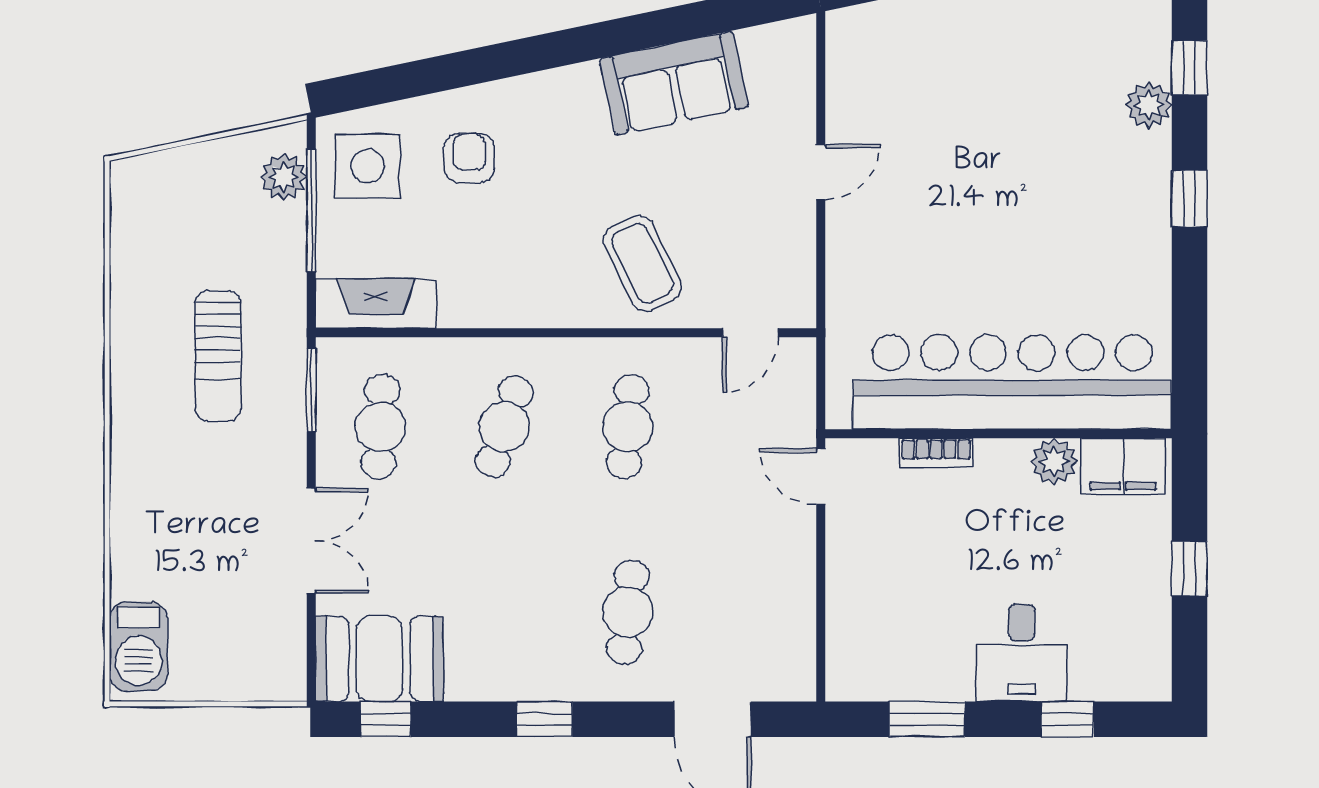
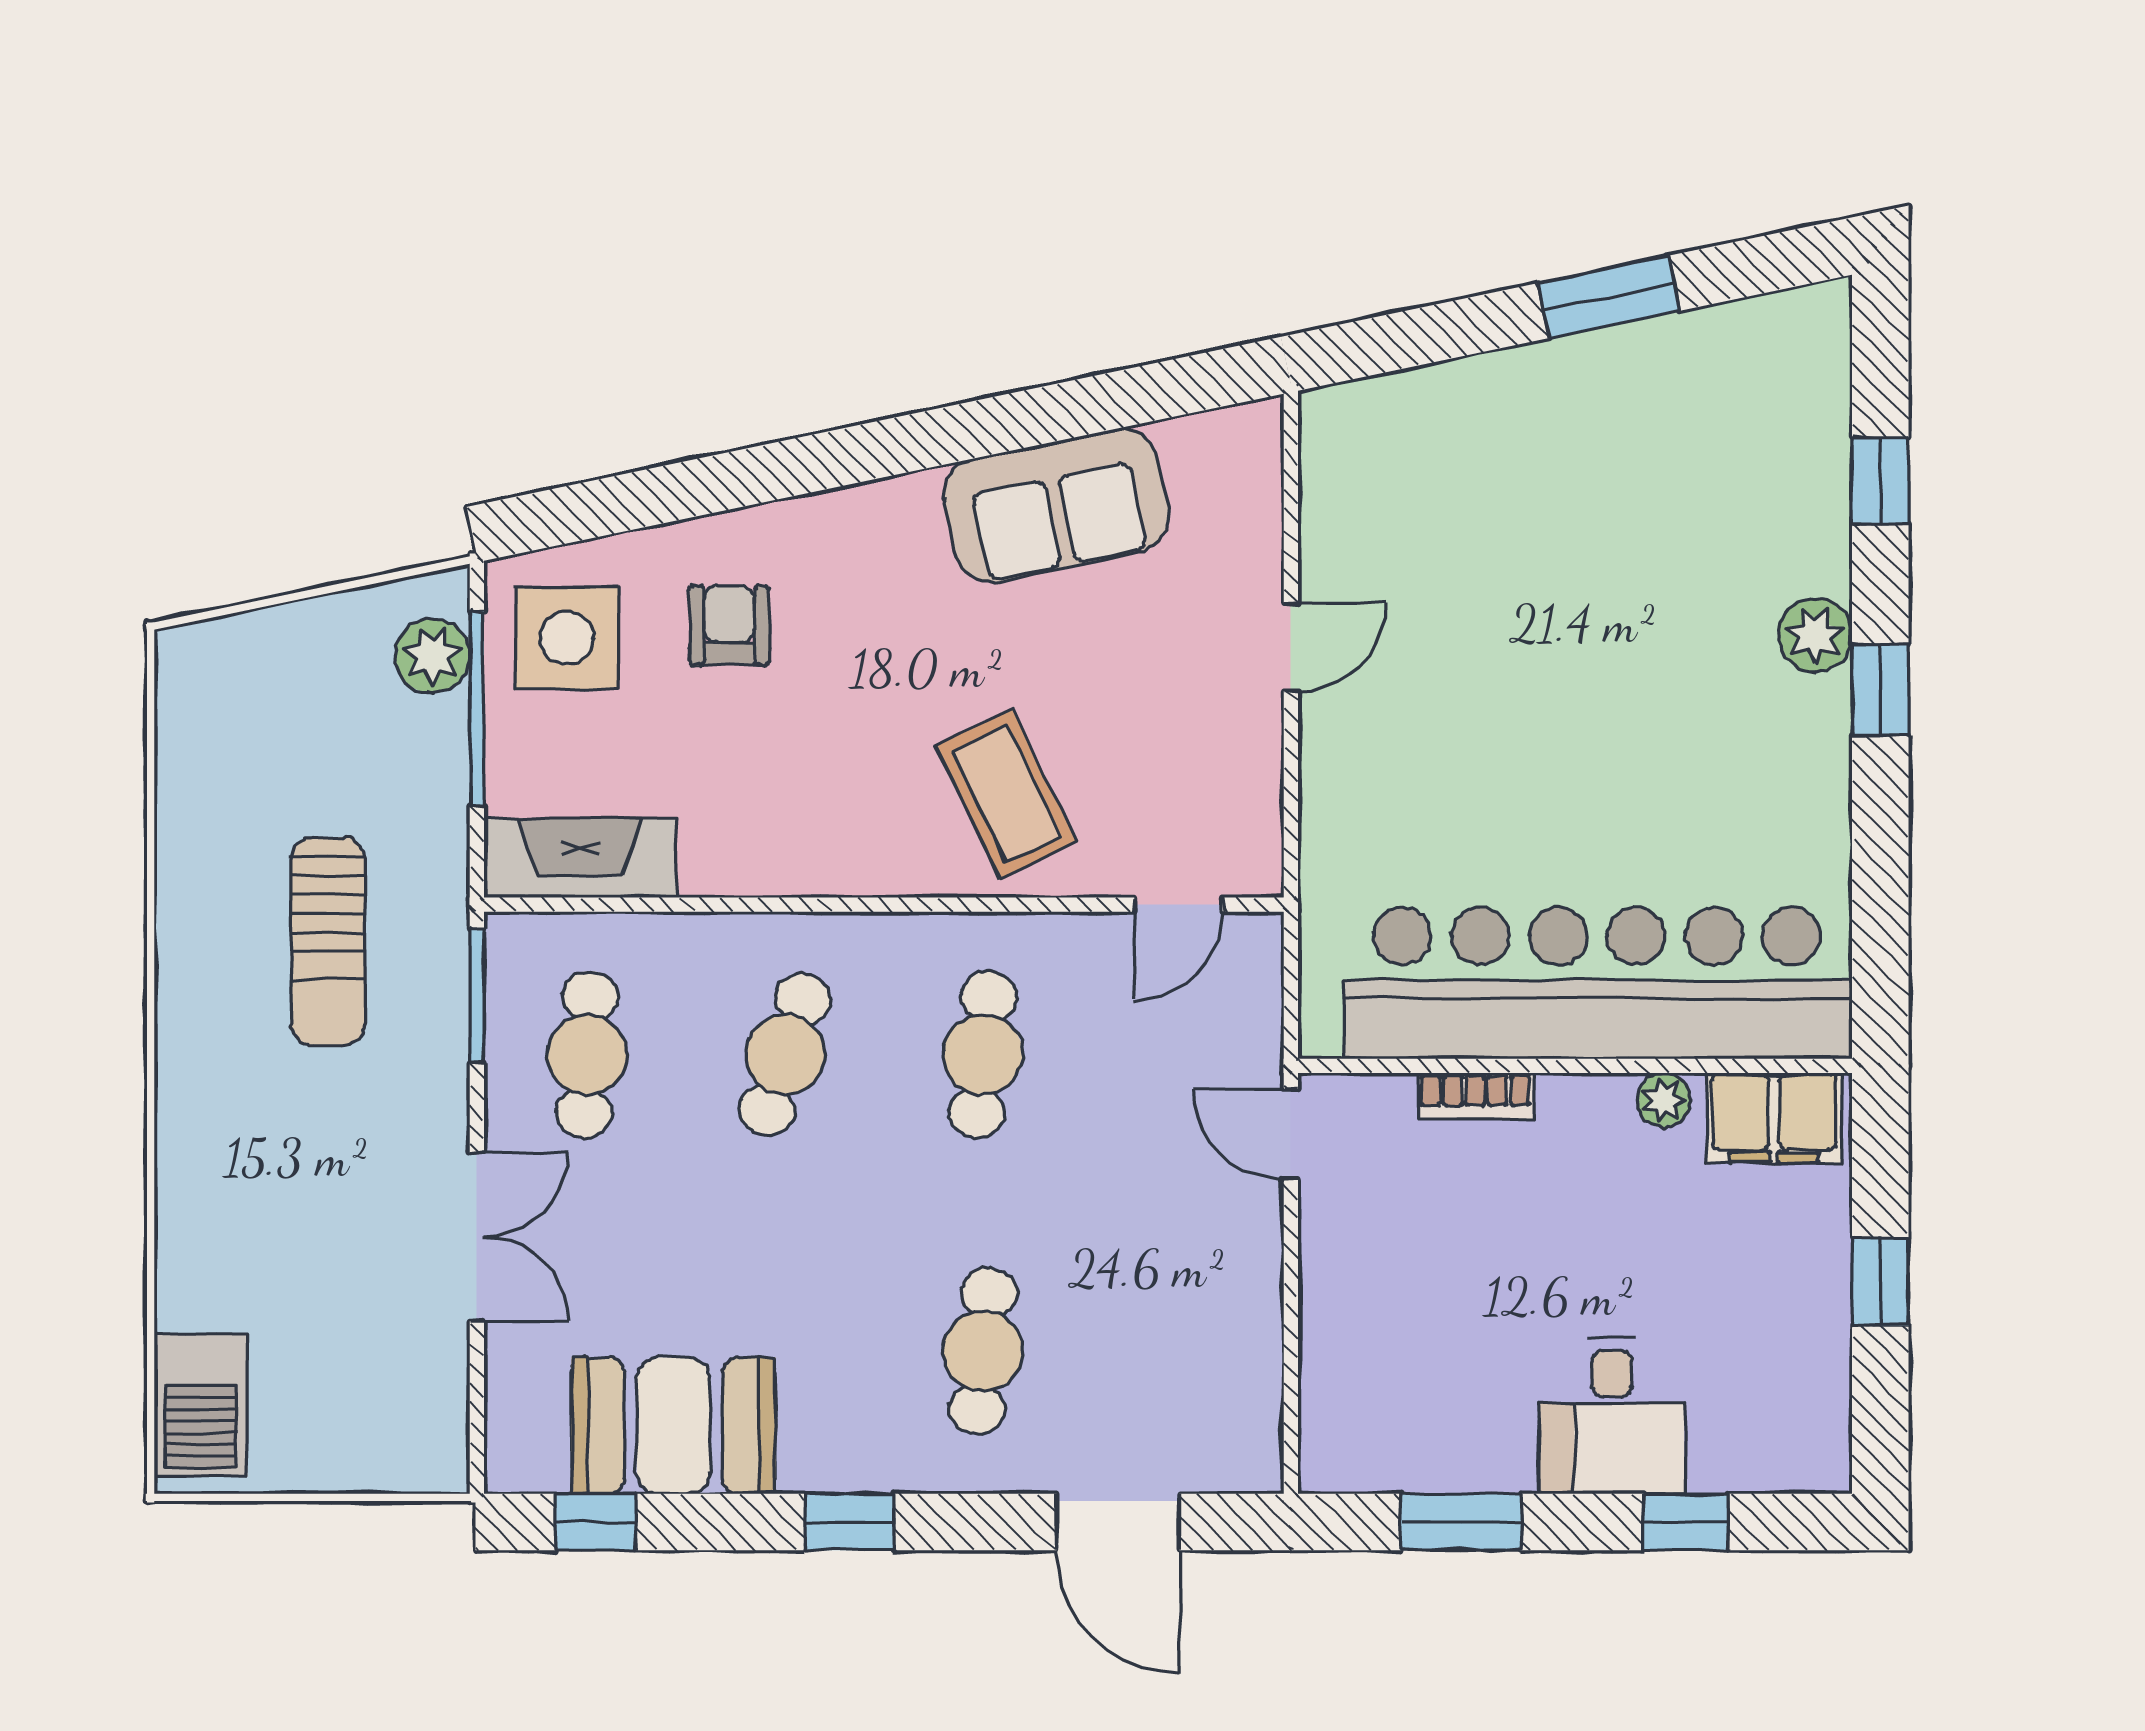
plant: (1149, 105) -> (1815, 635), moved
plant: (1054, 462) -> (1664, 1100), width x0.73, depth x0.73
booth: (379, 659) -> (673, 1426), moved

